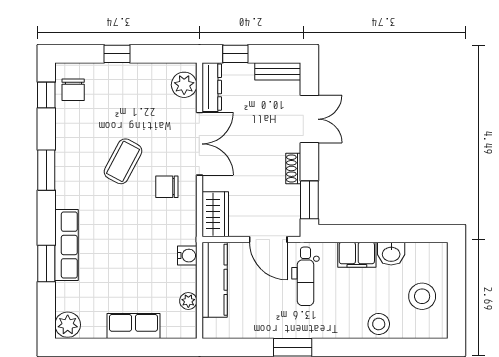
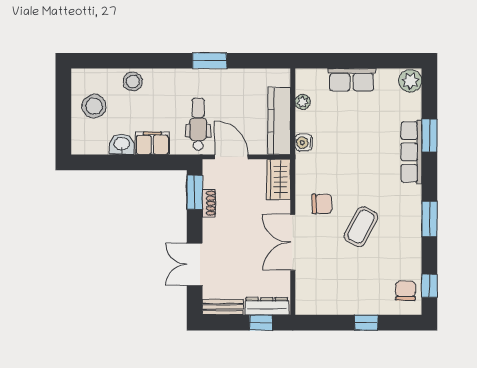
plant: (184, 85) -> (306, 295), removed
dresser: (212, 87) -> (267, 306), moved, turned 90
shoe rack: (293, 168) -> (209, 203), moved

